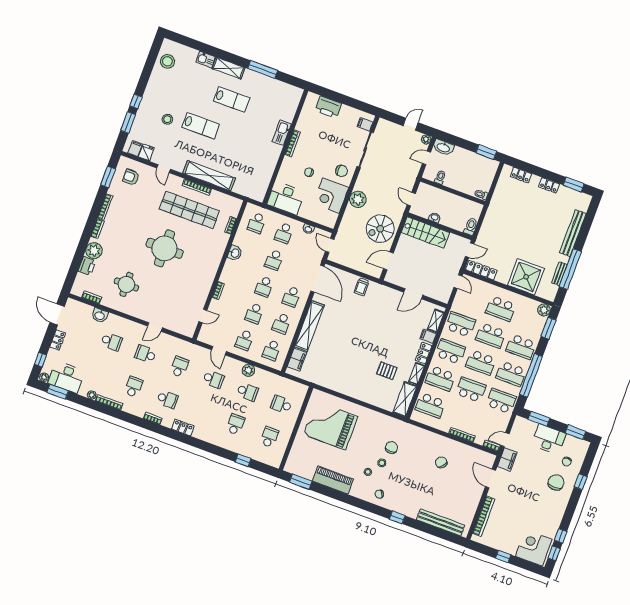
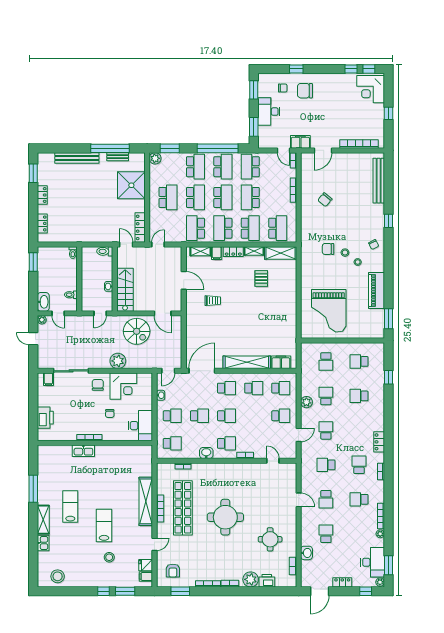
trolley: (361, 287) -> (213, 301), moved
school desk: (254, 313) -> (227, 443), moved

